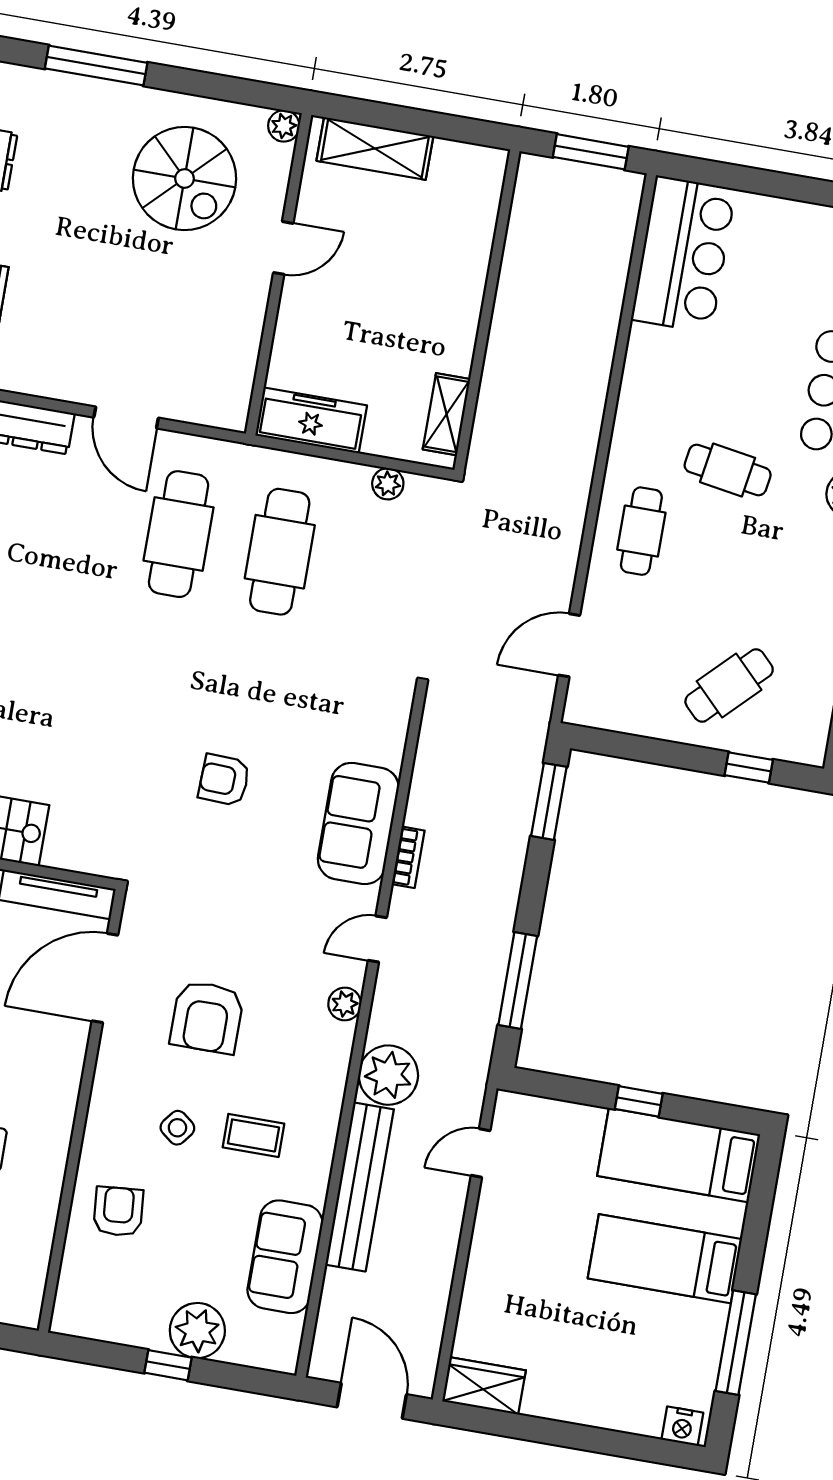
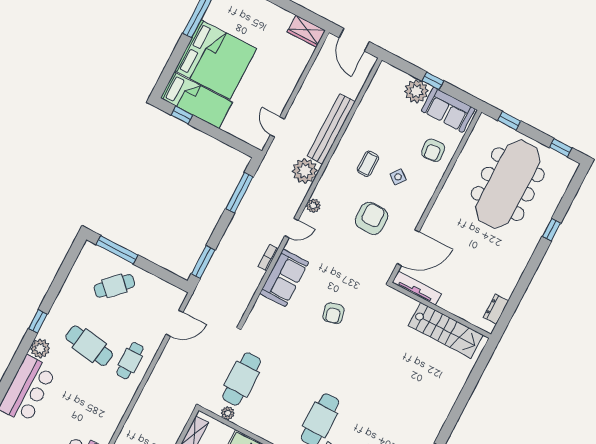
cafe table: (728, 470) -> (89, 346), moved, width x1.37, depth x1.35
cafe table: (280, 552) -> (242, 379), moved
window: (749, 768) -> (117, 250), width x2.17
armchair: (224, 780) -> (333, 313), turned 74
window: (639, 1101) -> (182, 115), moved
coffee table: (253, 1135) -> (368, 164), turned 90
door: (481, 1153) -> (277, 127), swing flipped
sofa: (285, 1257) -> (448, 110), moved, turned 90
bed: (665, 1259) -> (216, 60), width x2.04

